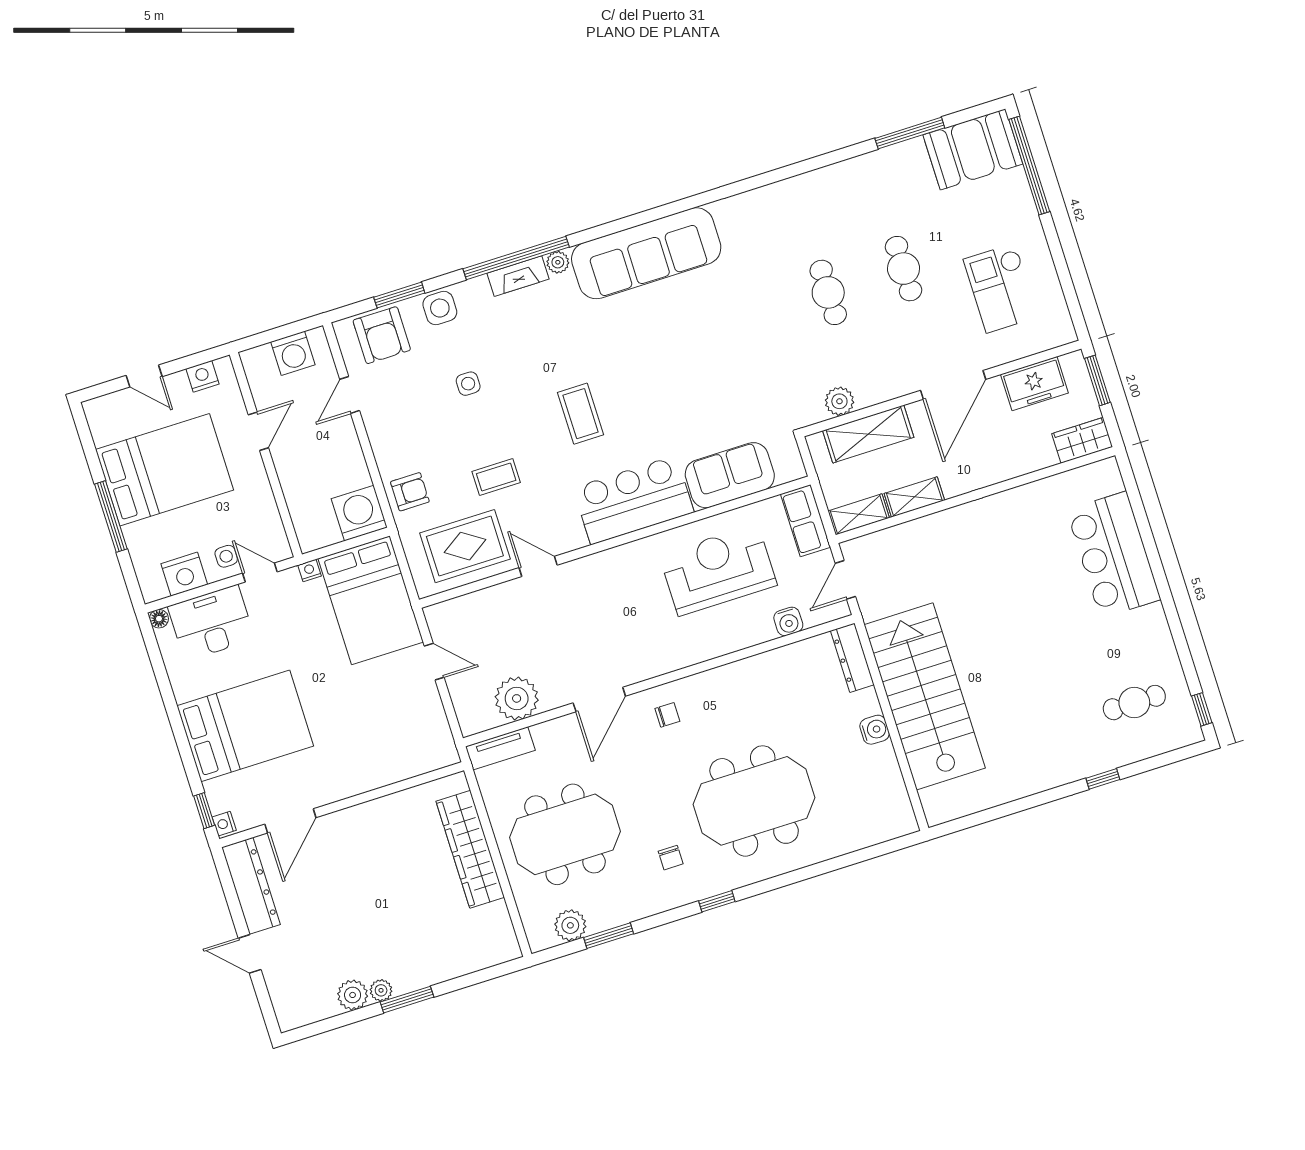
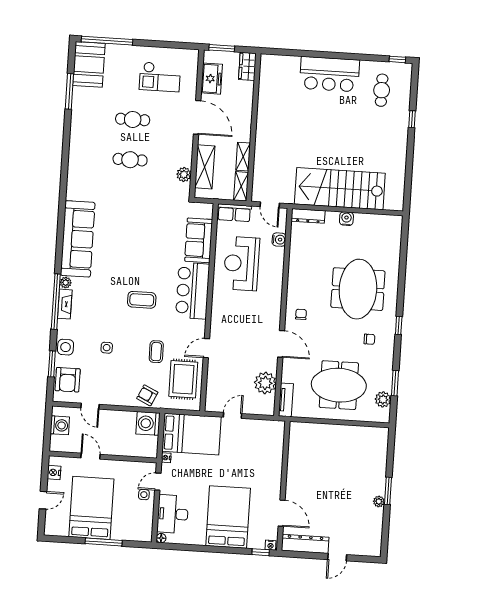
armchair: (382, 335) -> (68, 380), turned 90
armchair: (410, 492) -> (147, 395), turned -65
bar counter: (1113, 555) -> (329, 74), moved
nightstand: (184, 574) -> (145, 518), removed
meeting table: (565, 834) -> (339, 385), turned 90
wardrobe: (470, 849) -> (328, 433), removed
plant: (353, 995) -> (376, 516), removed

